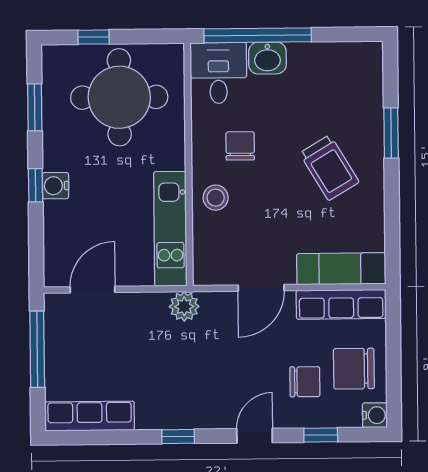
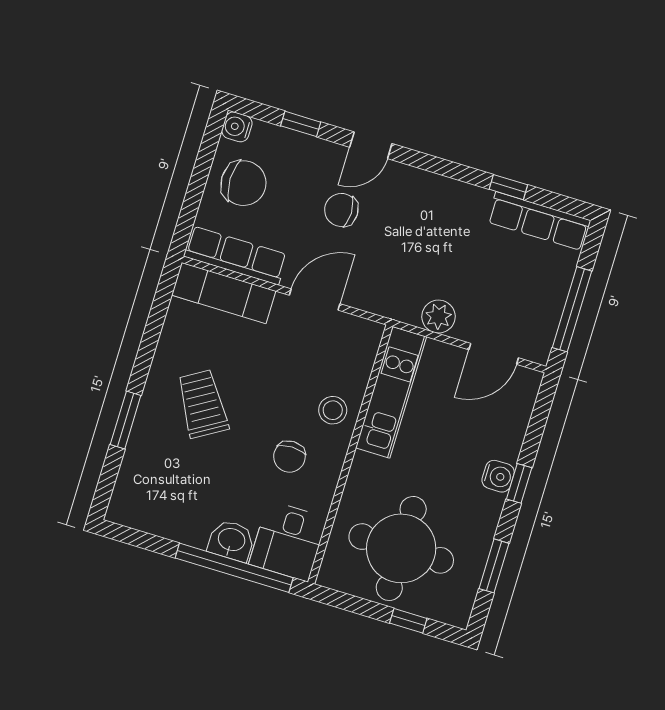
plant: (184, 306) -> (438, 317), moved
chair: (305, 382) -> (341, 210), moved
window: (178, 436) -> (508, 187), moved

